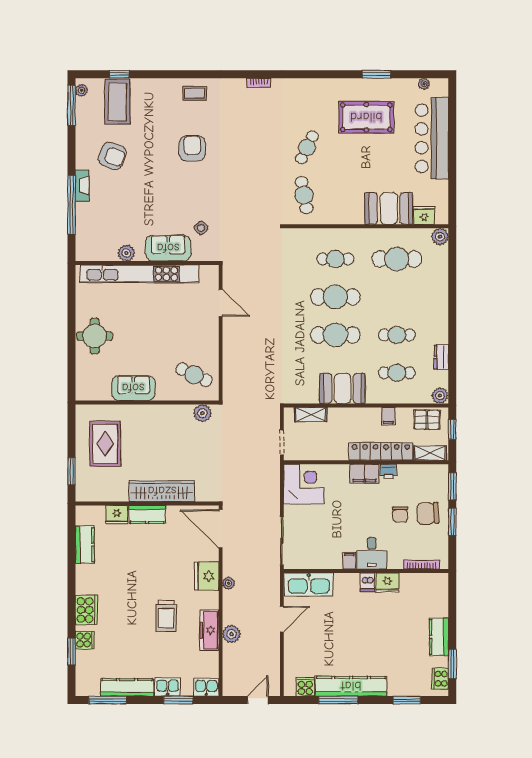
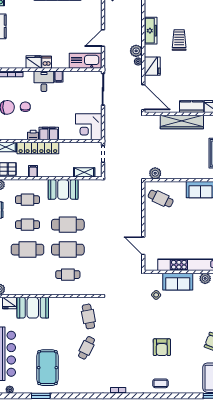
pool table: (366, 117) -> (48, 368), turned 90
cafe table: (397, 259) -> (27, 250), moved
plant: (231, 634) -> (136, 51), moved

